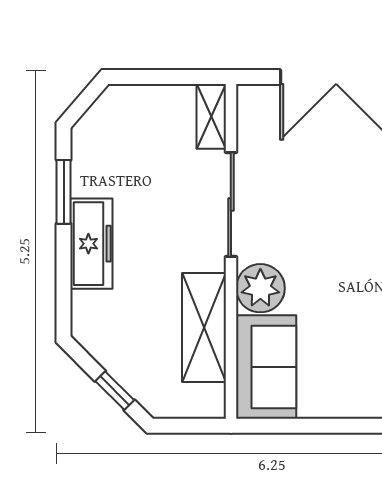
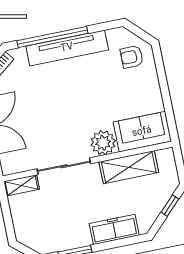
freezer: (91, 244) -> (114, 229), moved

